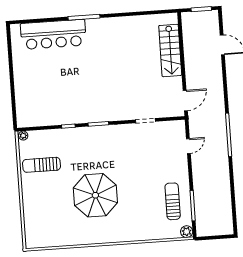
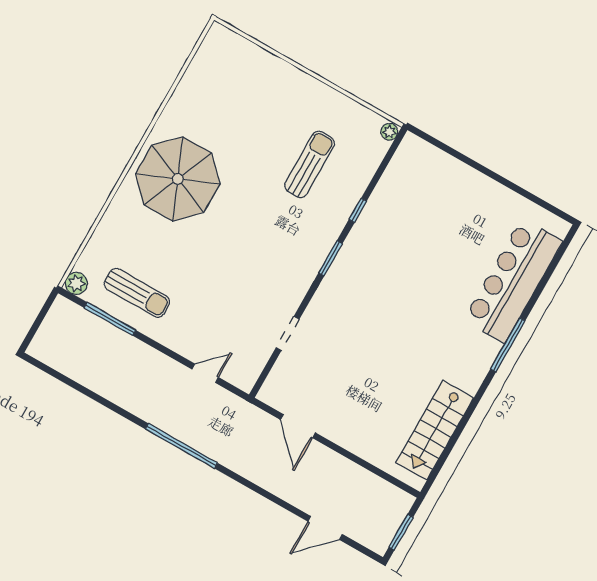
stairs: (170, 50) -> (435, 430), moved, turned -90
door: (185, 101) -> (298, 426), moved
door: (188, 146) -> (205, 373), swing flipped
sun lounger: (42, 165) -> (310, 164), moved
parasol: (95, 195) -> (178, 179), moved

